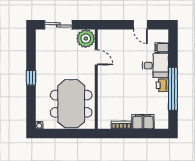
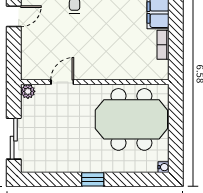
plant: (86, 38) -> (28, 91), width x0.53, depth x0.53

